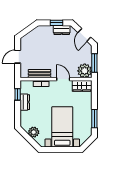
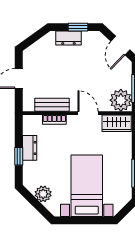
dresser: (62, 30) -> (69, 38), moved
window: (18, 94) -> (19, 156), moved

